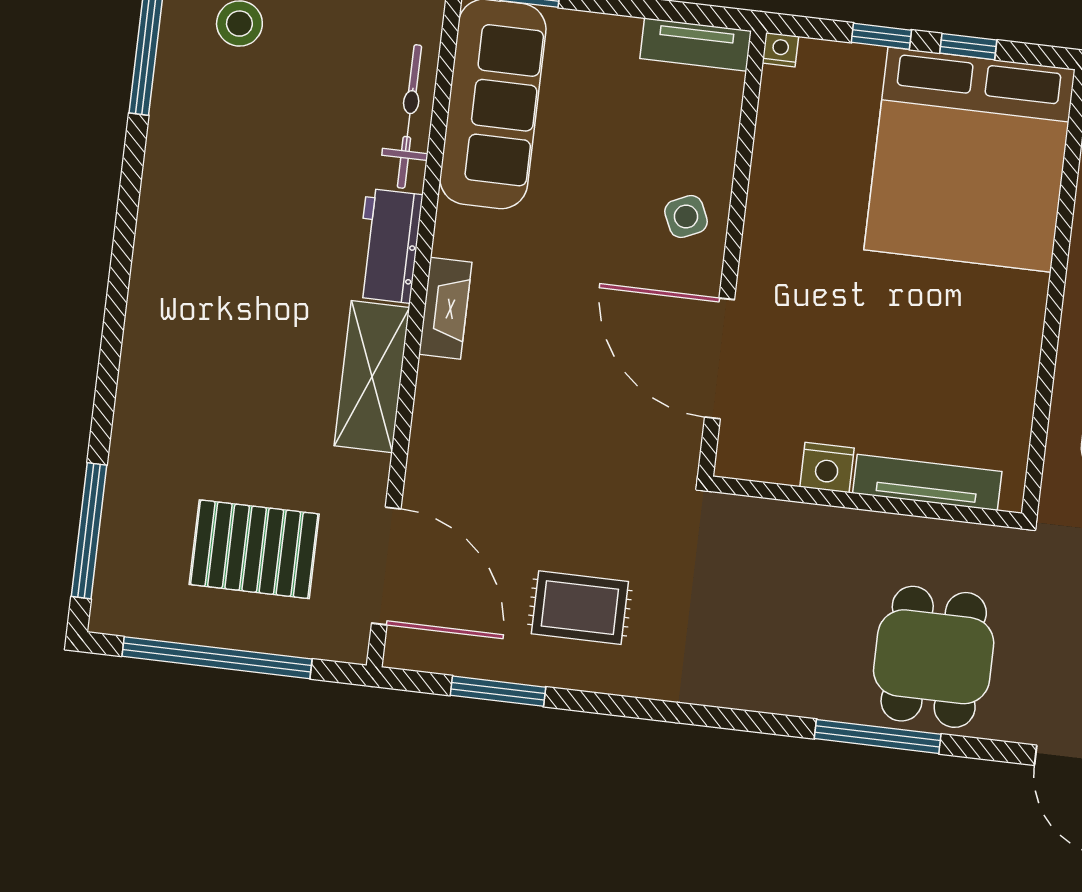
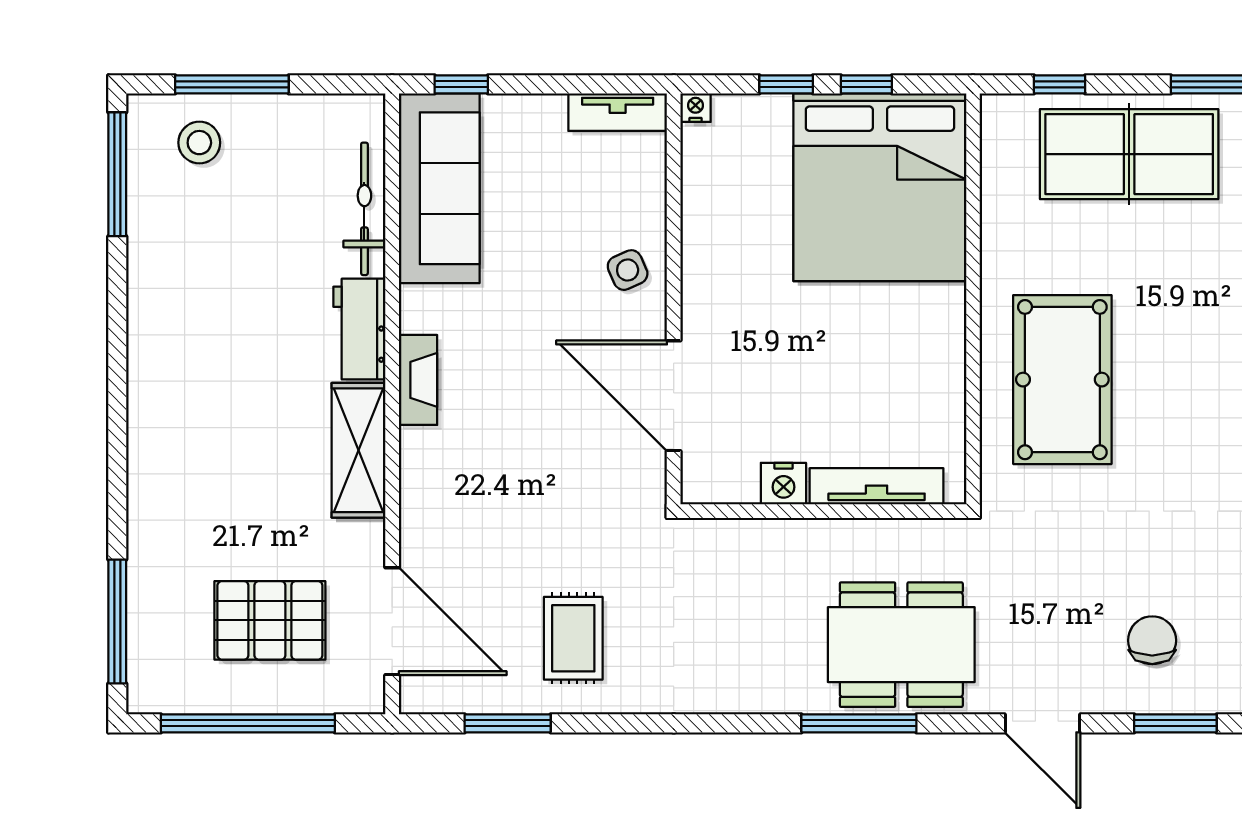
rug: (580, 608) -> (573, 638), turned 90
dining table: (934, 657) -> (901, 645), width x1.38

